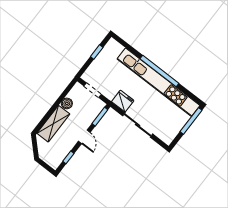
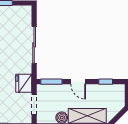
fridge: (123, 101) -> (24, 83), moved
door: (84, 137) -> (78, 82), swing flipped

